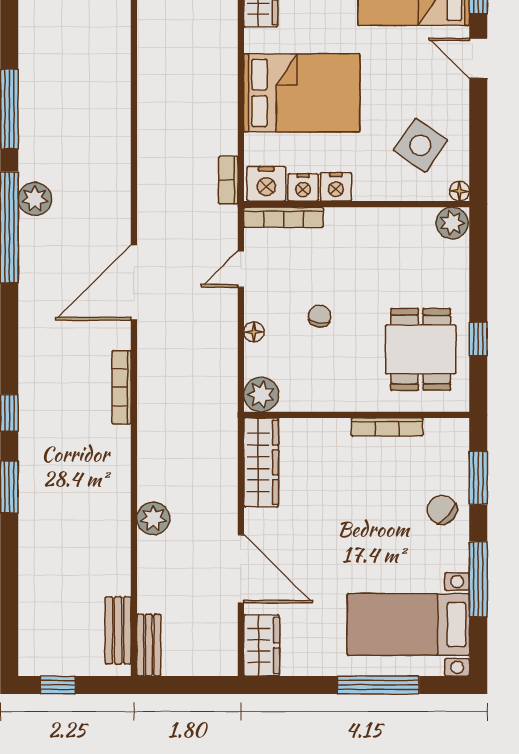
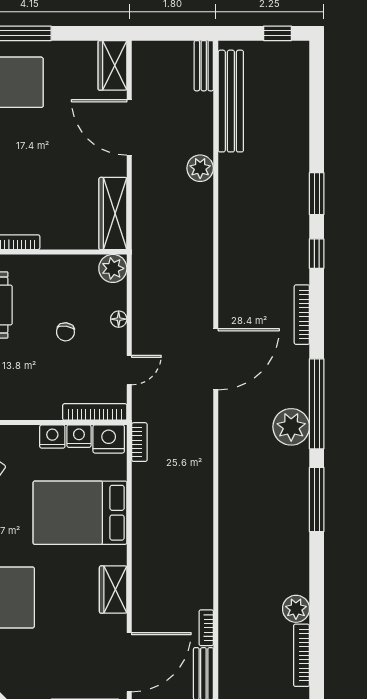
plant: (35, 199) -> (291, 427), width x1.36, depth x1.36
bookcase: (122, 387) -> (302, 315), moved, turned 180
bench: (118, 630) -> (231, 101), width x1.86, depth x1.21

